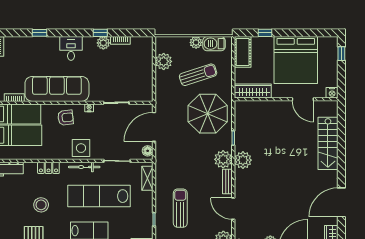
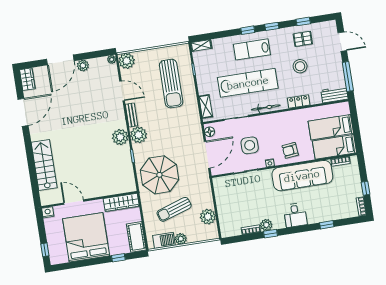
side table: (81, 148) -> (250, 145), moved
sun lounger: (180, 208) -> (171, 84), width x1.36, depth x1.34

